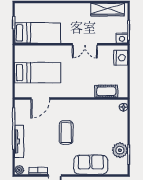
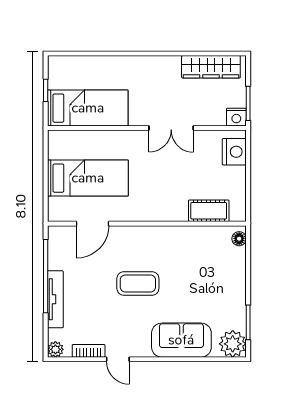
coffee table: (66, 132) -> (138, 283), turned 90
plant: (120, 150) -> (233, 344), moved

